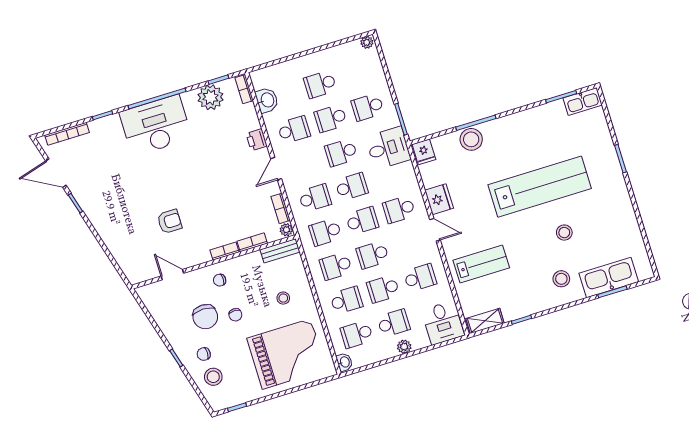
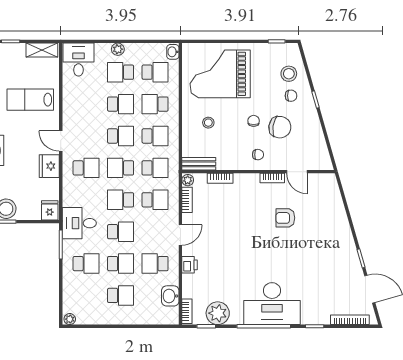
school desk: (315, 198) -> (155, 200), turned 180
bookcase: (224, 251) -> (272, 178), moved
school desk: (420, 278) -> (86, 104), removed
chair: (205, 317) -> (280, 127), turned 99

